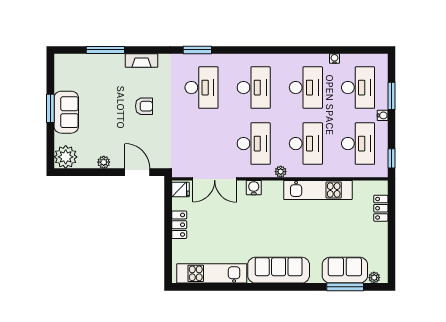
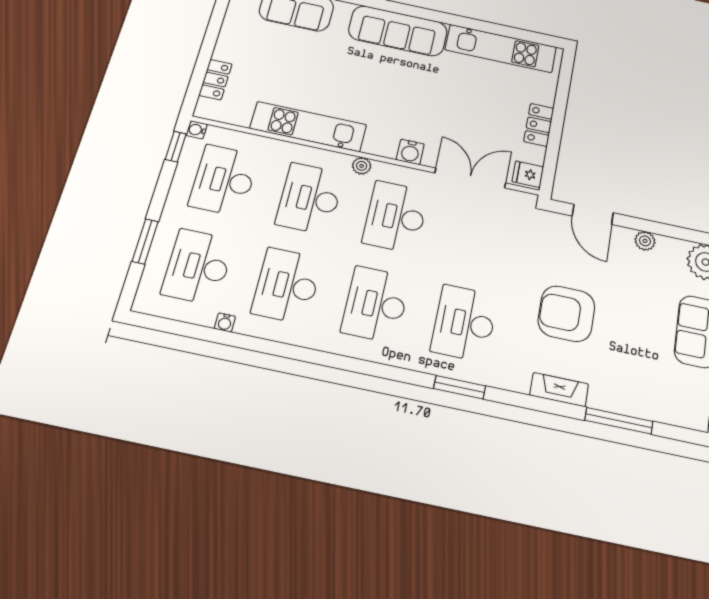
armchair: (144, 106) -> (566, 314), width x1.88, depth x1.88
water cooler: (383, 115) -> (197, 130), moved

